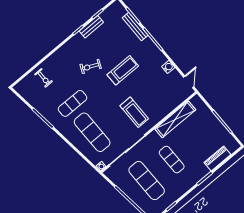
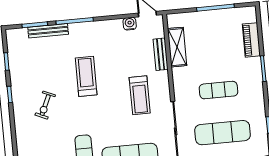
bench: (91, 27) -> (161, 54), moved
exercise bike: (91, 66) -> (45, 105), moved
water cooler: (168, 67) -> (130, 24), moved
treadmill: (134, 112) -> (140, 95), turned 90
shelving: (175, 119) -> (177, 47), width x0.68

